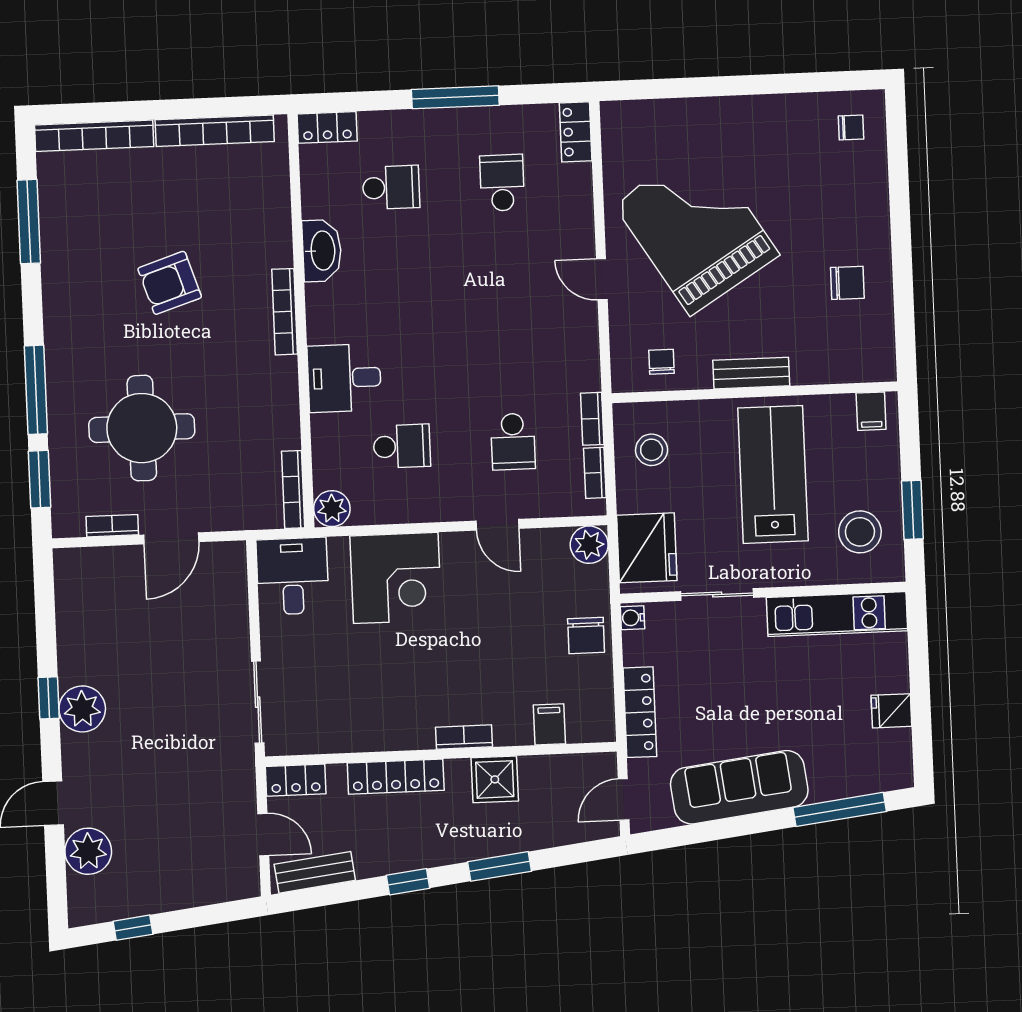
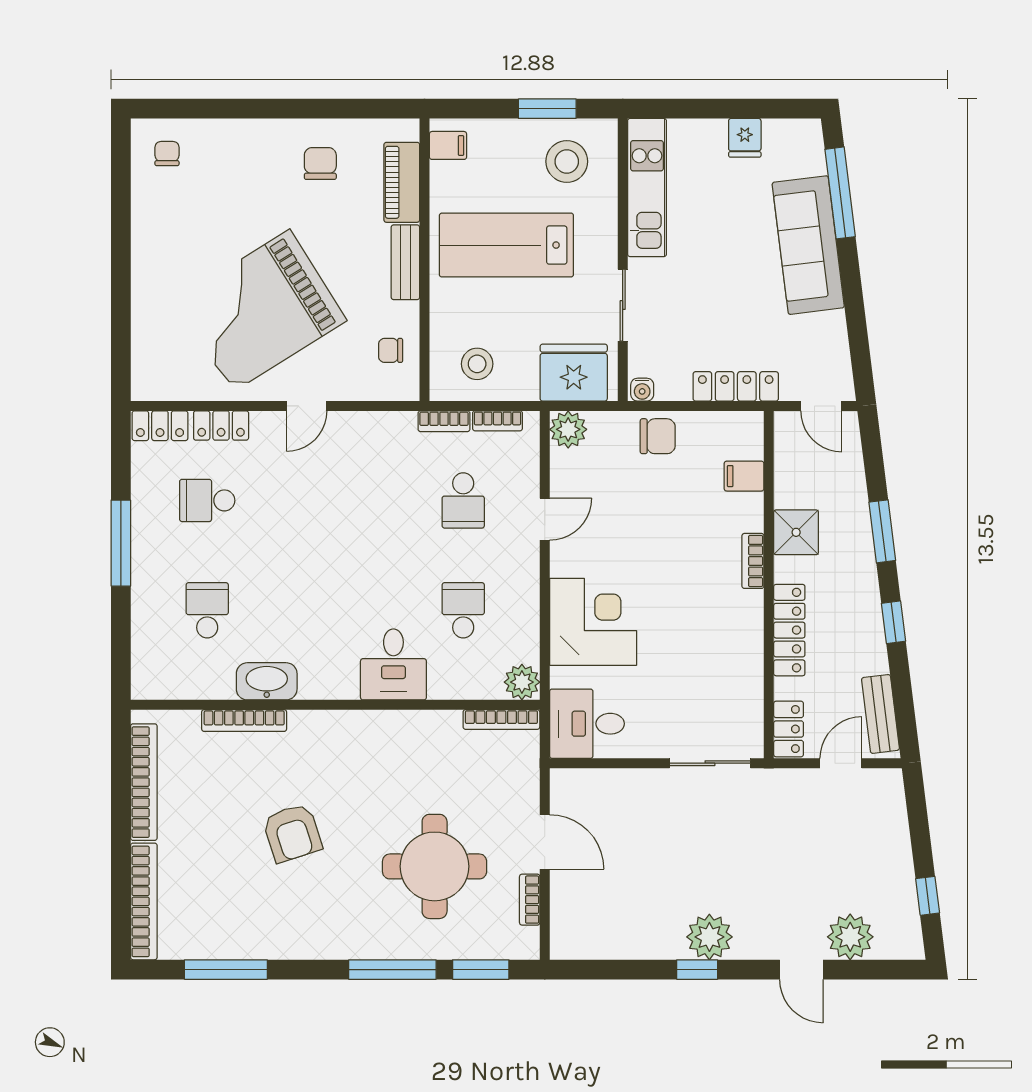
locker: (327, 127) -> (221, 425), moved, turned 90
bookcase: (285, 312) -> (244, 721), moved
piano: (832, 366) -> (402, 182), added
school desk: (513, 442) -> (463, 500), turned 90
sofa: (739, 787) -> (808, 245), moved

